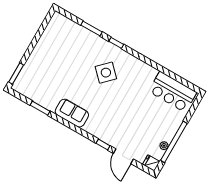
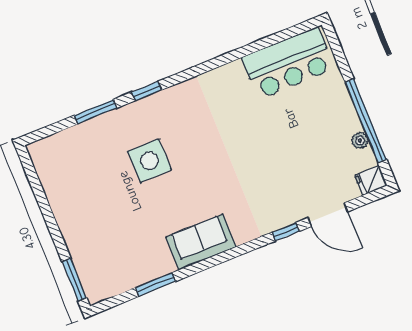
side table: (106, 73) -> (149, 161), moved, turned 45

